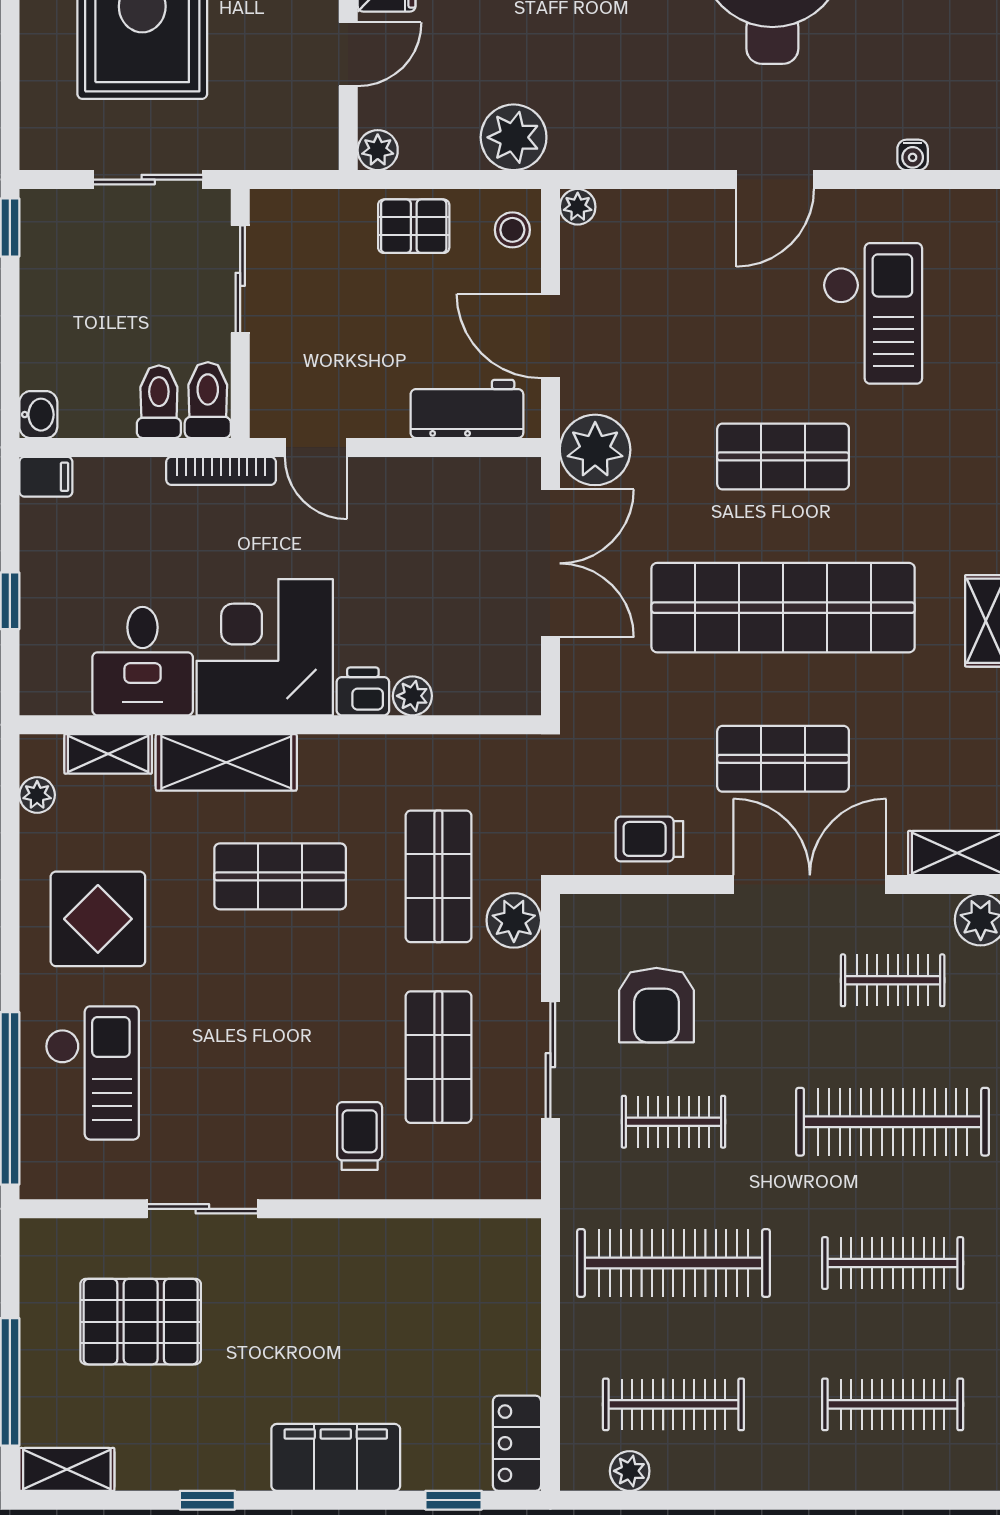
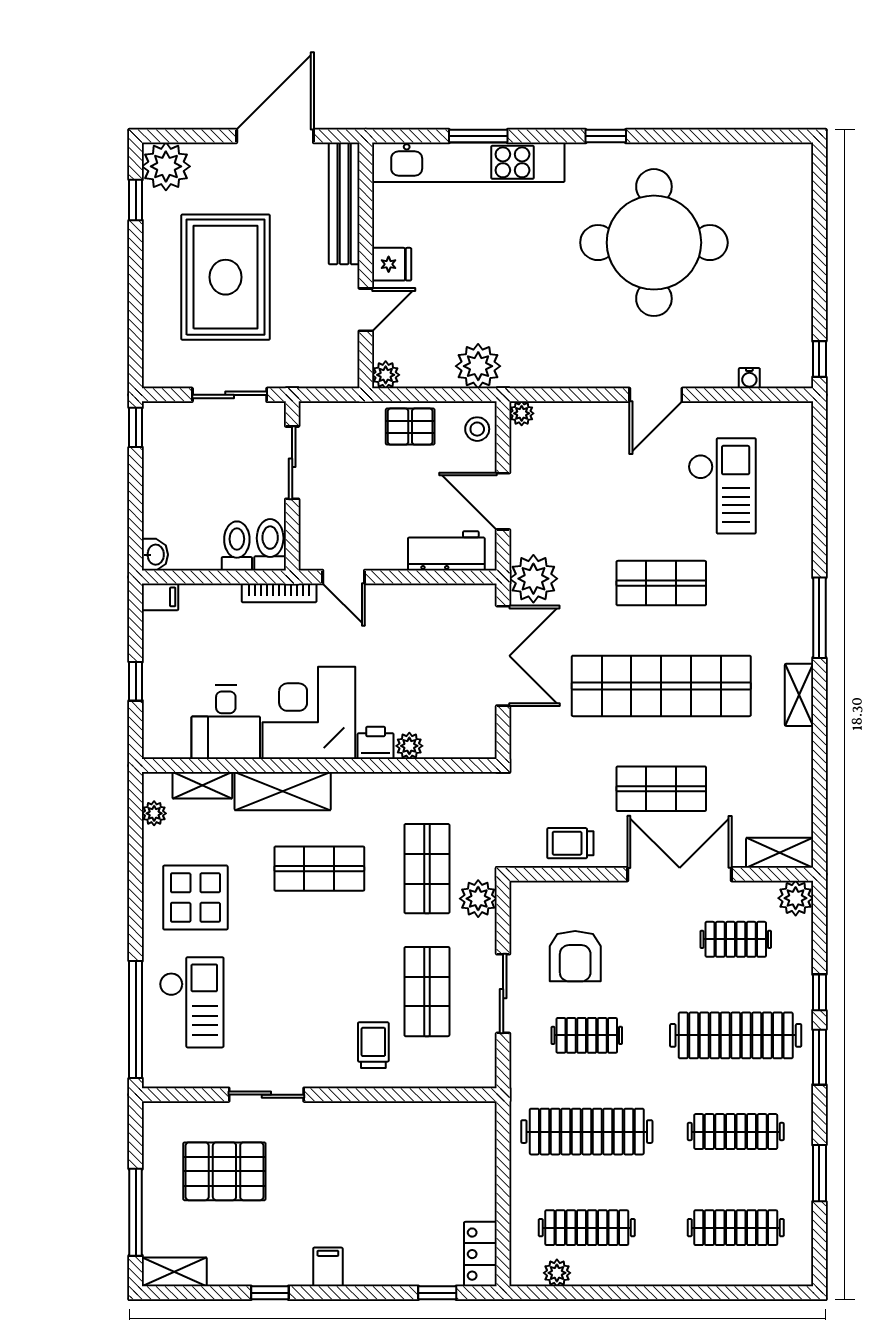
filing cabinet: (336, 1457) -> (328, 1267), width x0.33, depth x0.86

